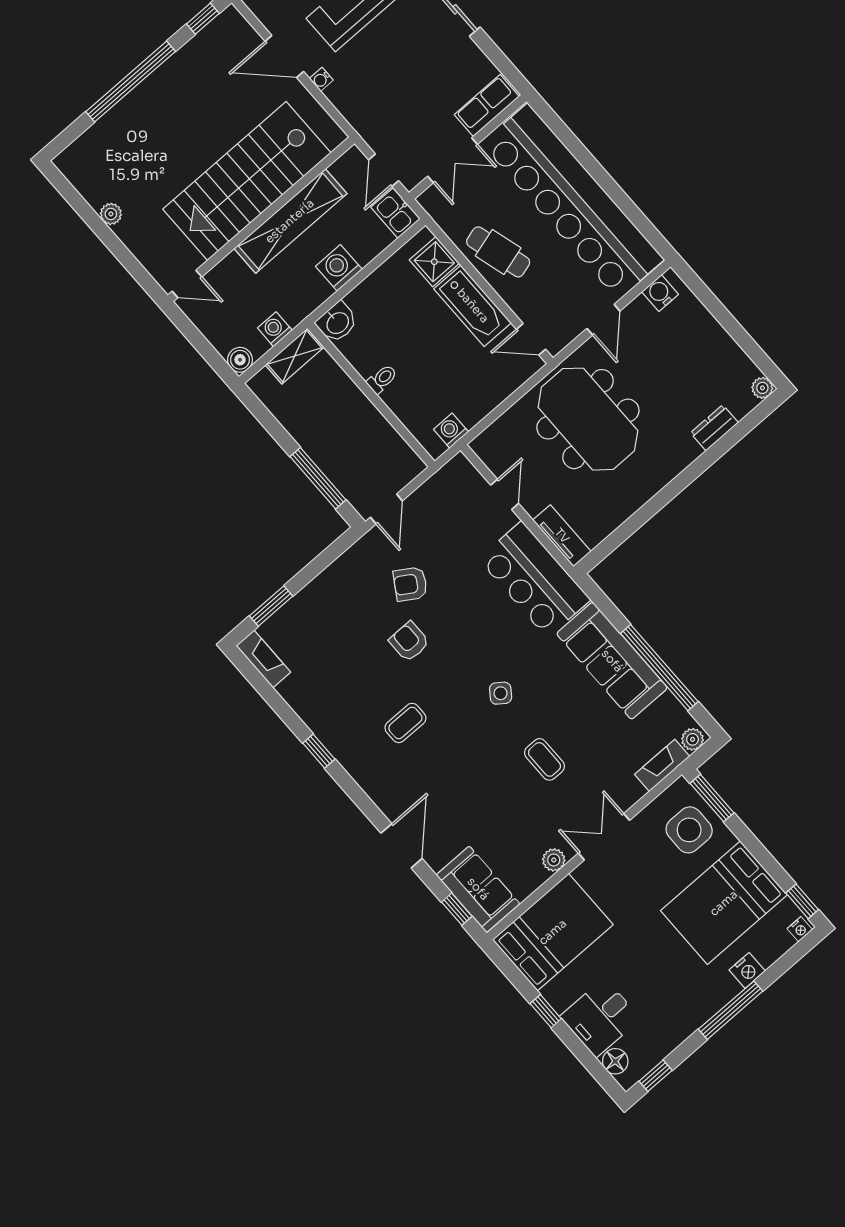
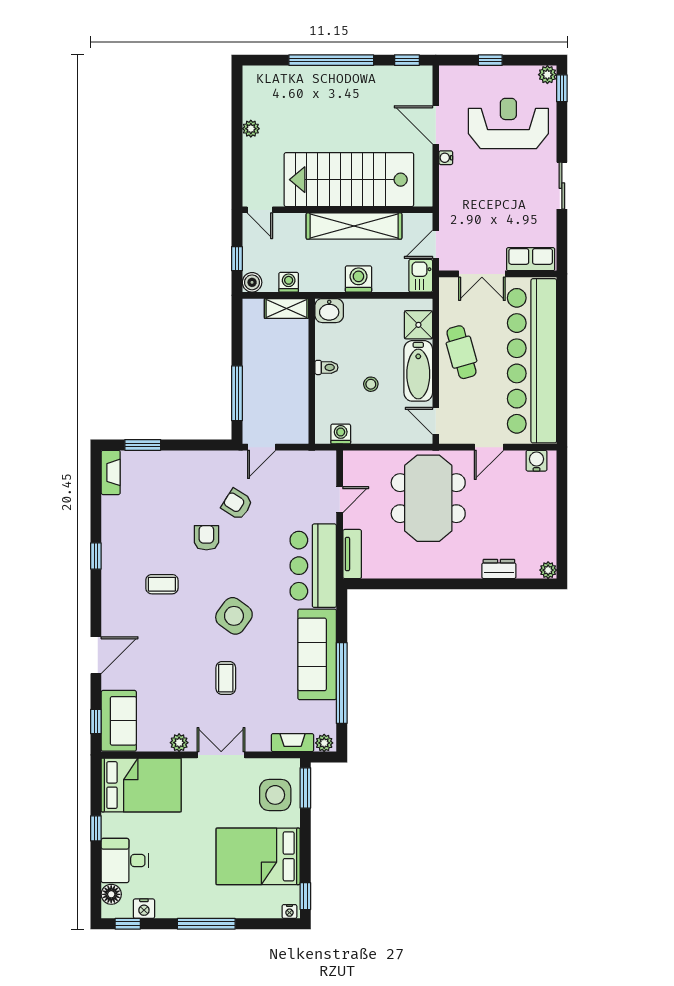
window: (206, 350) -> (237, 259), added
stool: (438, 358) -> (371, 384), added
side table: (501, 693) -> (234, 616), width x1.87, depth x1.87
nightstand: (747, 970) -> (144, 909), moved

